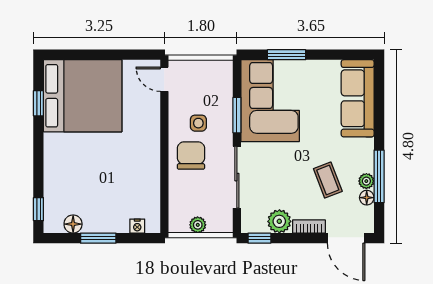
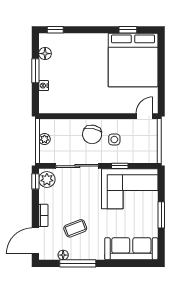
window: (287, 55) -> (161, 215), moved
window: (237, 115) -> (120, 166), width x0.67
chair: (191, 155) -> (92, 134), turned 101
plant: (366, 181) -> (75, 255), removed
plant: (279, 221) -> (47, 179), moved
nightstand: (137, 226) -> (44, 86), moved

